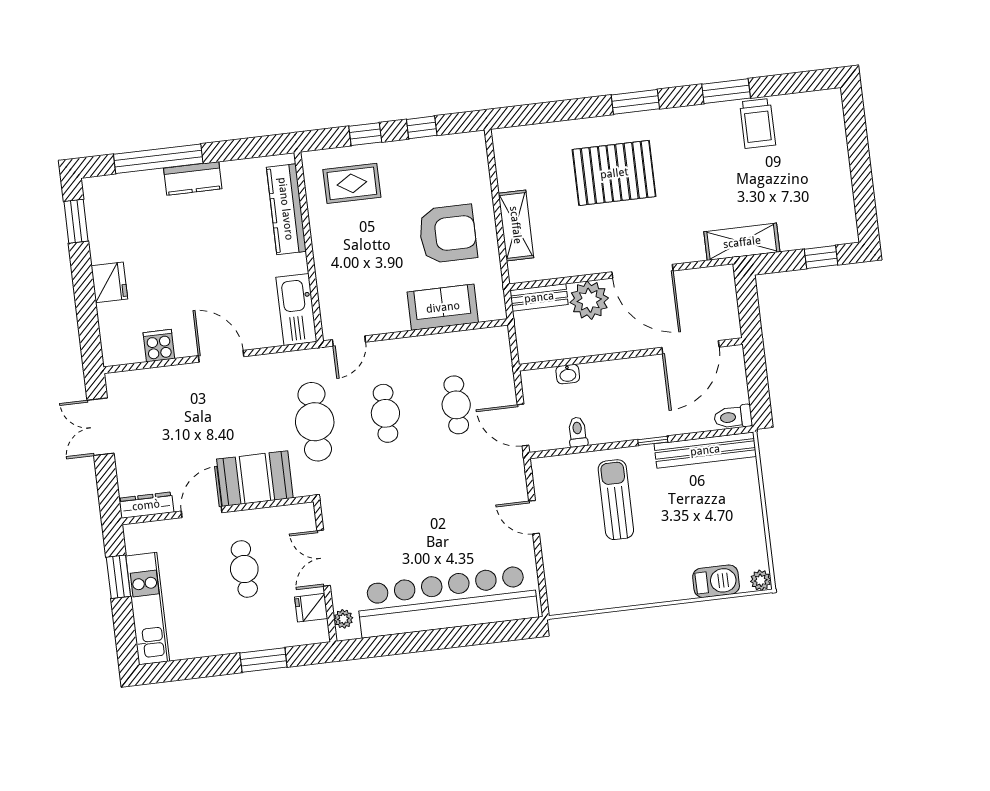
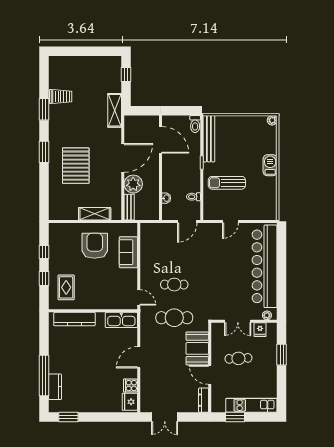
kitchen counter: (193, 178) -> (55, 387), moved
fridge: (109, 282) -> (130, 402), moved, turned -90
cafe table: (456, 405) -> (174, 251), removed
barbecue: (716, 581) -> (270, 165), moved

